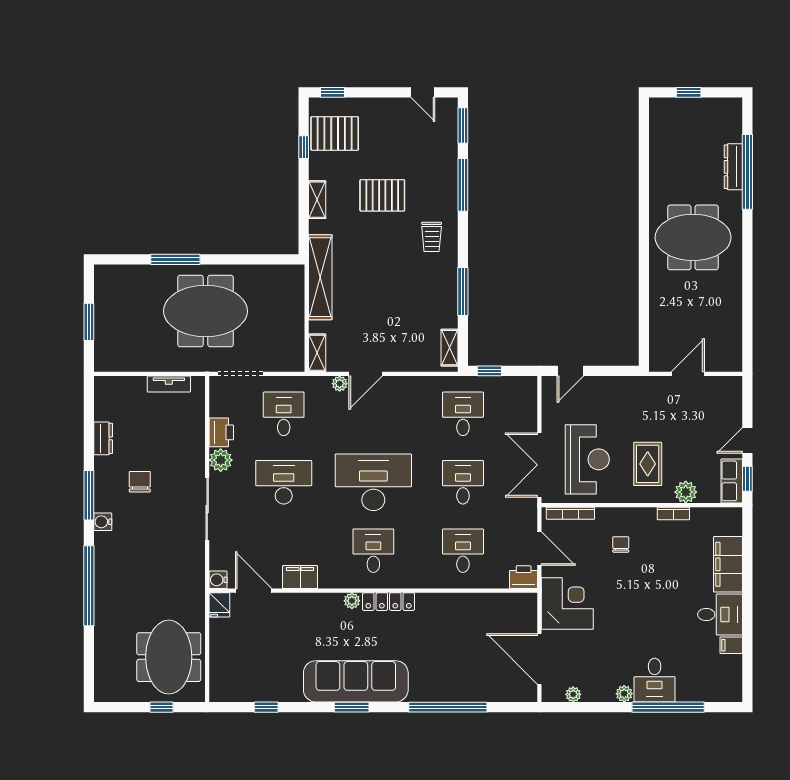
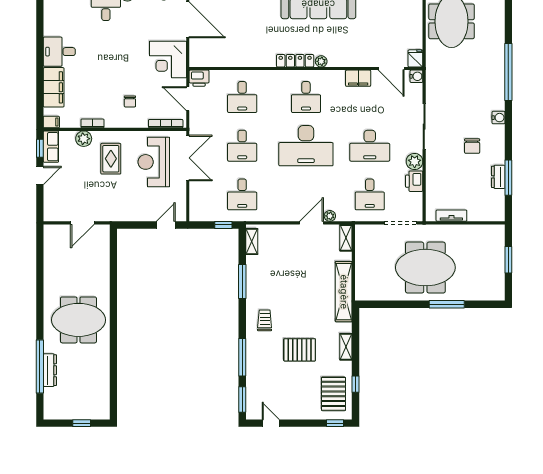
pallet: (335, 133) -> (334, 394), turned 90
window: (89, 495) -> (508, 178), moved
filing cabinet: (731, 645) -> (51, 122), moved

